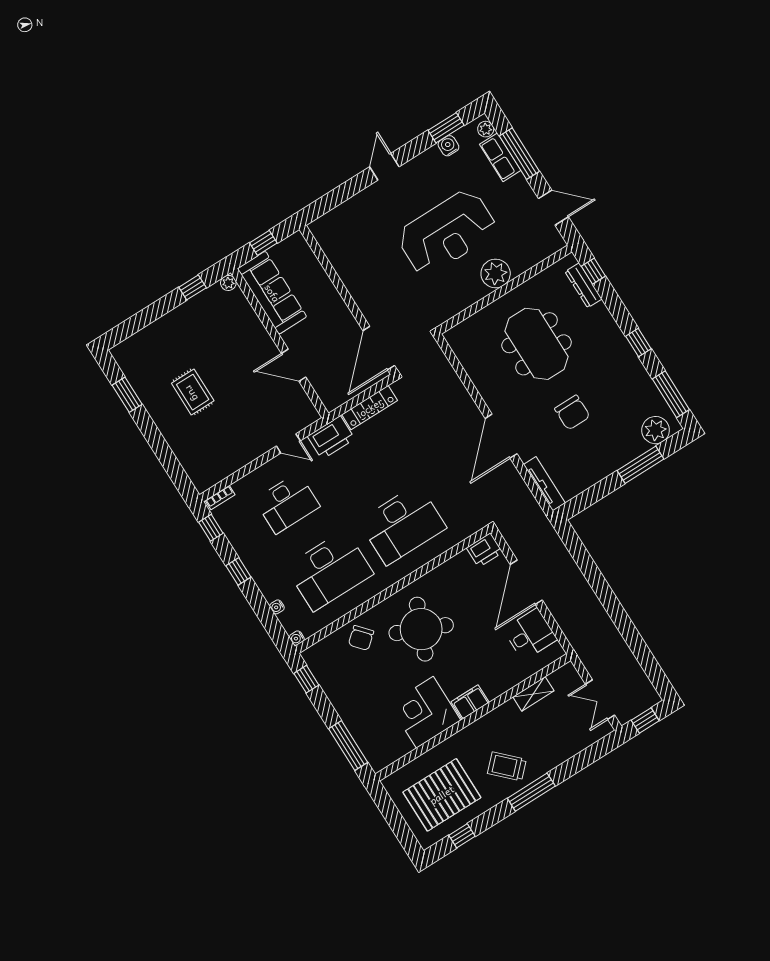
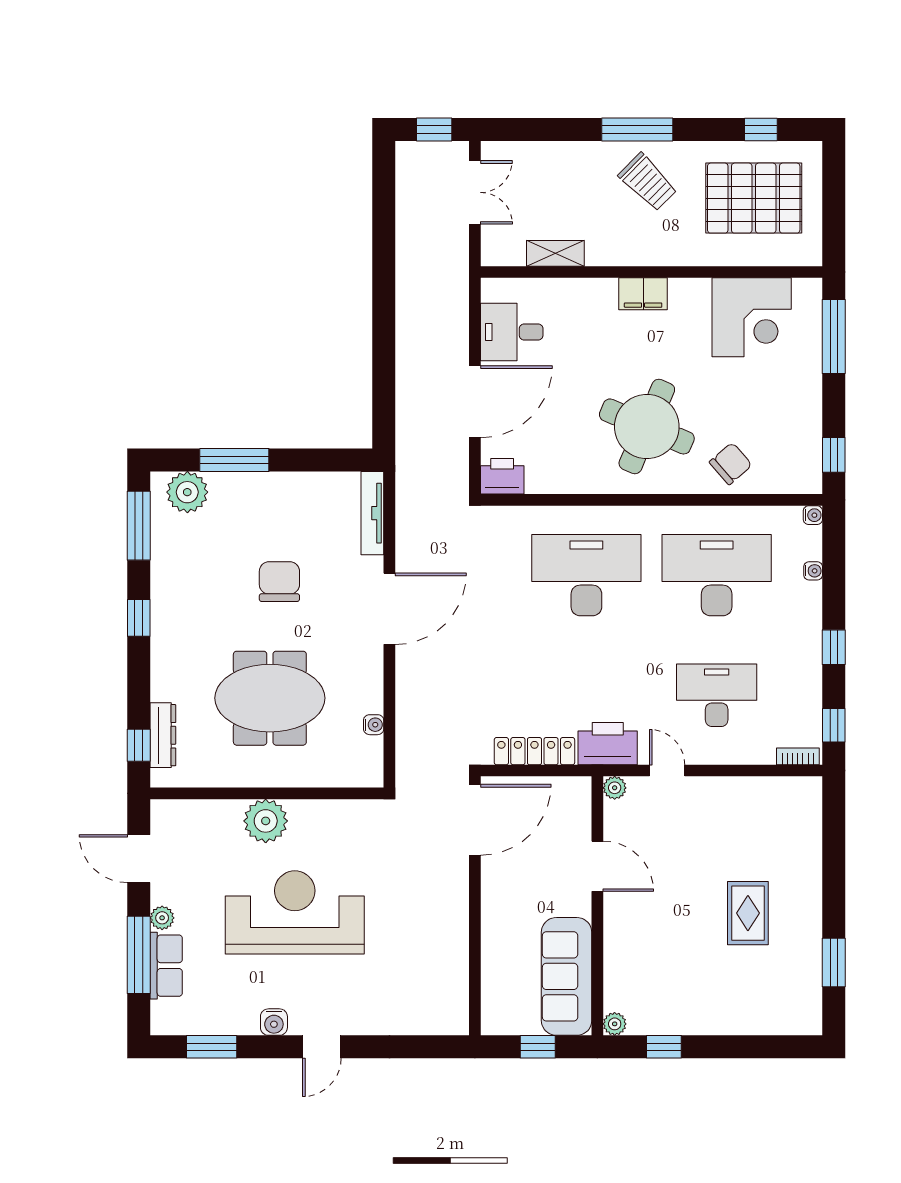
plant: (486, 129) -> (162, 918), moved
water cooler: (448, 146) -> (274, 1022), moved
meeting table: (537, 344) -> (270, 698), turned 90
water cooler: (469, 366) -> (374, 725), added
plant: (312, 415) -> (615, 788), added
corner desk: (425, 712) -> (752, 317), moved

